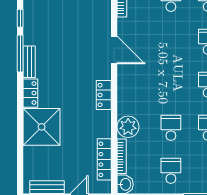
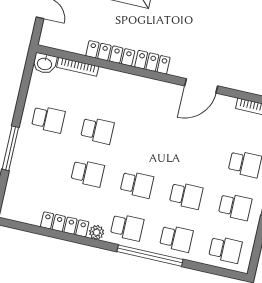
plant: (128, 127) -> (110, 82), removed
locker: (104, 159) -> (110, 53), moved

